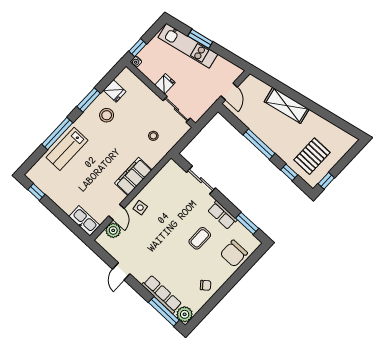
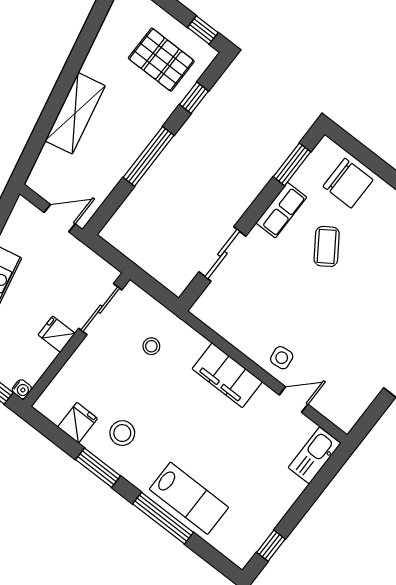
plant: (113, 230) -> (327, 402), removed
coffee table: (200, 238) -> (327, 246), turned 56

